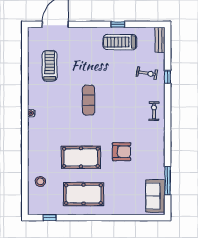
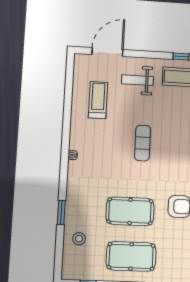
weight bench: (82, 47) -> (137, 80), added
window: (25, 161) -> (61, 213), added

